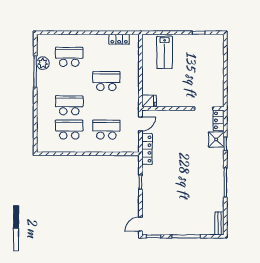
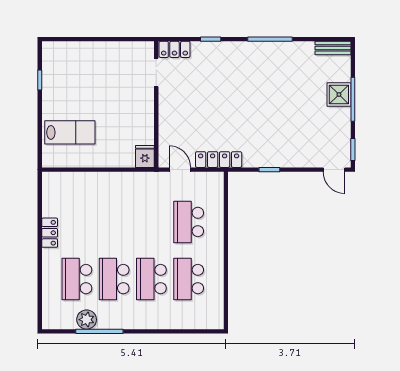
locker: (119, 39) -> (50, 233), moved
school desk: (106, 81) -> (114, 279), moved
shower: (216, 139) -> (339, 94), moved

